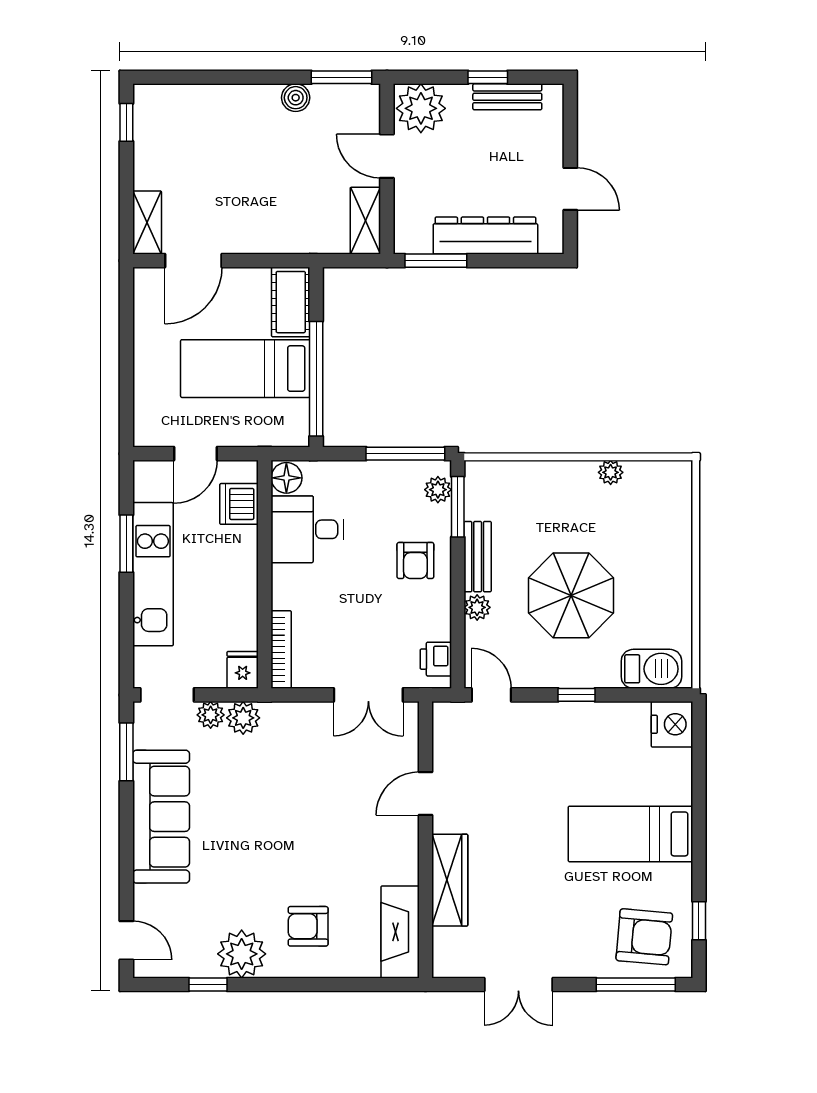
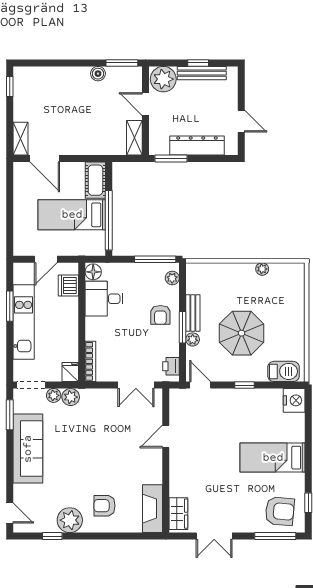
bench: (507, 97) -> (202, 73), width x1.36
door: (193, 261) -> (45, 159), hinge flipped
window: (458, 507) -> (182, 327), moved
wardrobe: (450, 880) -> (178, 514), moved, width x0.67

